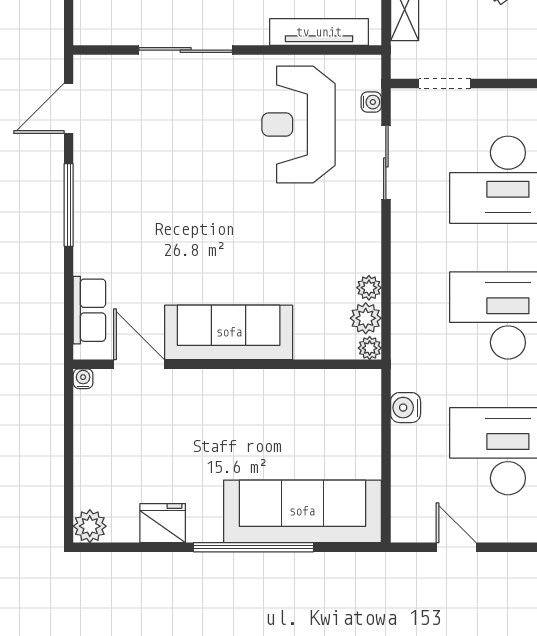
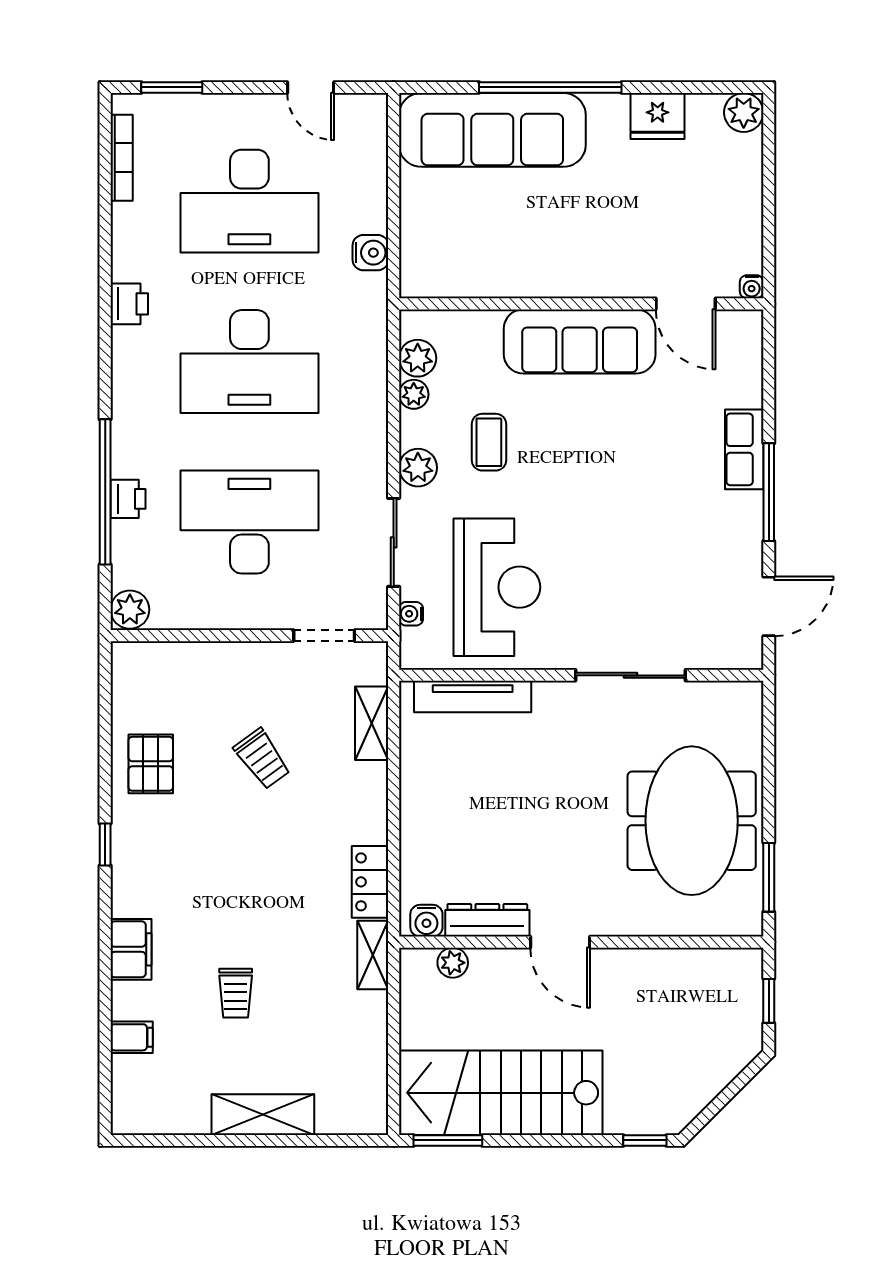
coffee table: (305, 247) -> (489, 442), added
row of seats: (89, 310) -> (744, 449), moved
plant: (370, 348) -> (418, 468), moved, width x1.38, depth x1.38

